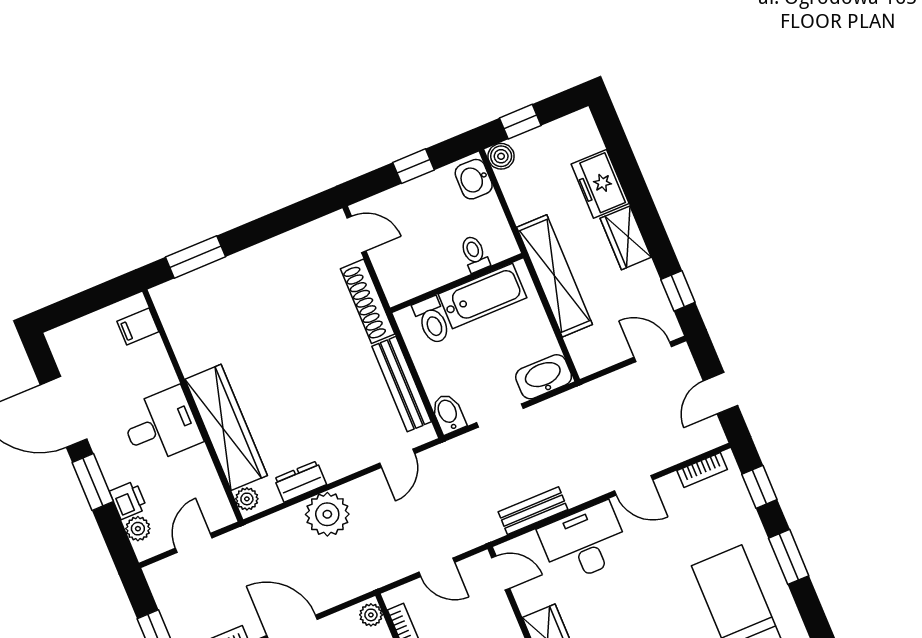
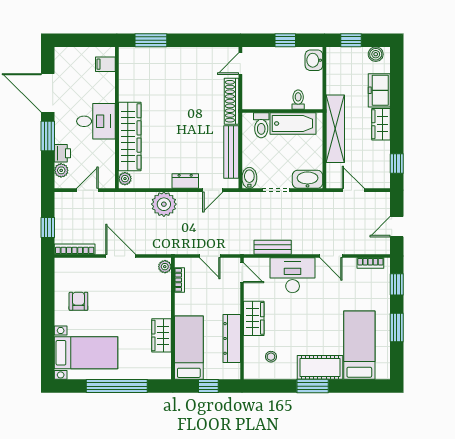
boiler: (501, 156) -> (376, 54), moved
door: (356, 234) -> (240, 64), swing flipped
door: (653, 352) -> (353, 190), moved
dresser: (300, 481) -> (185, 181), moved

